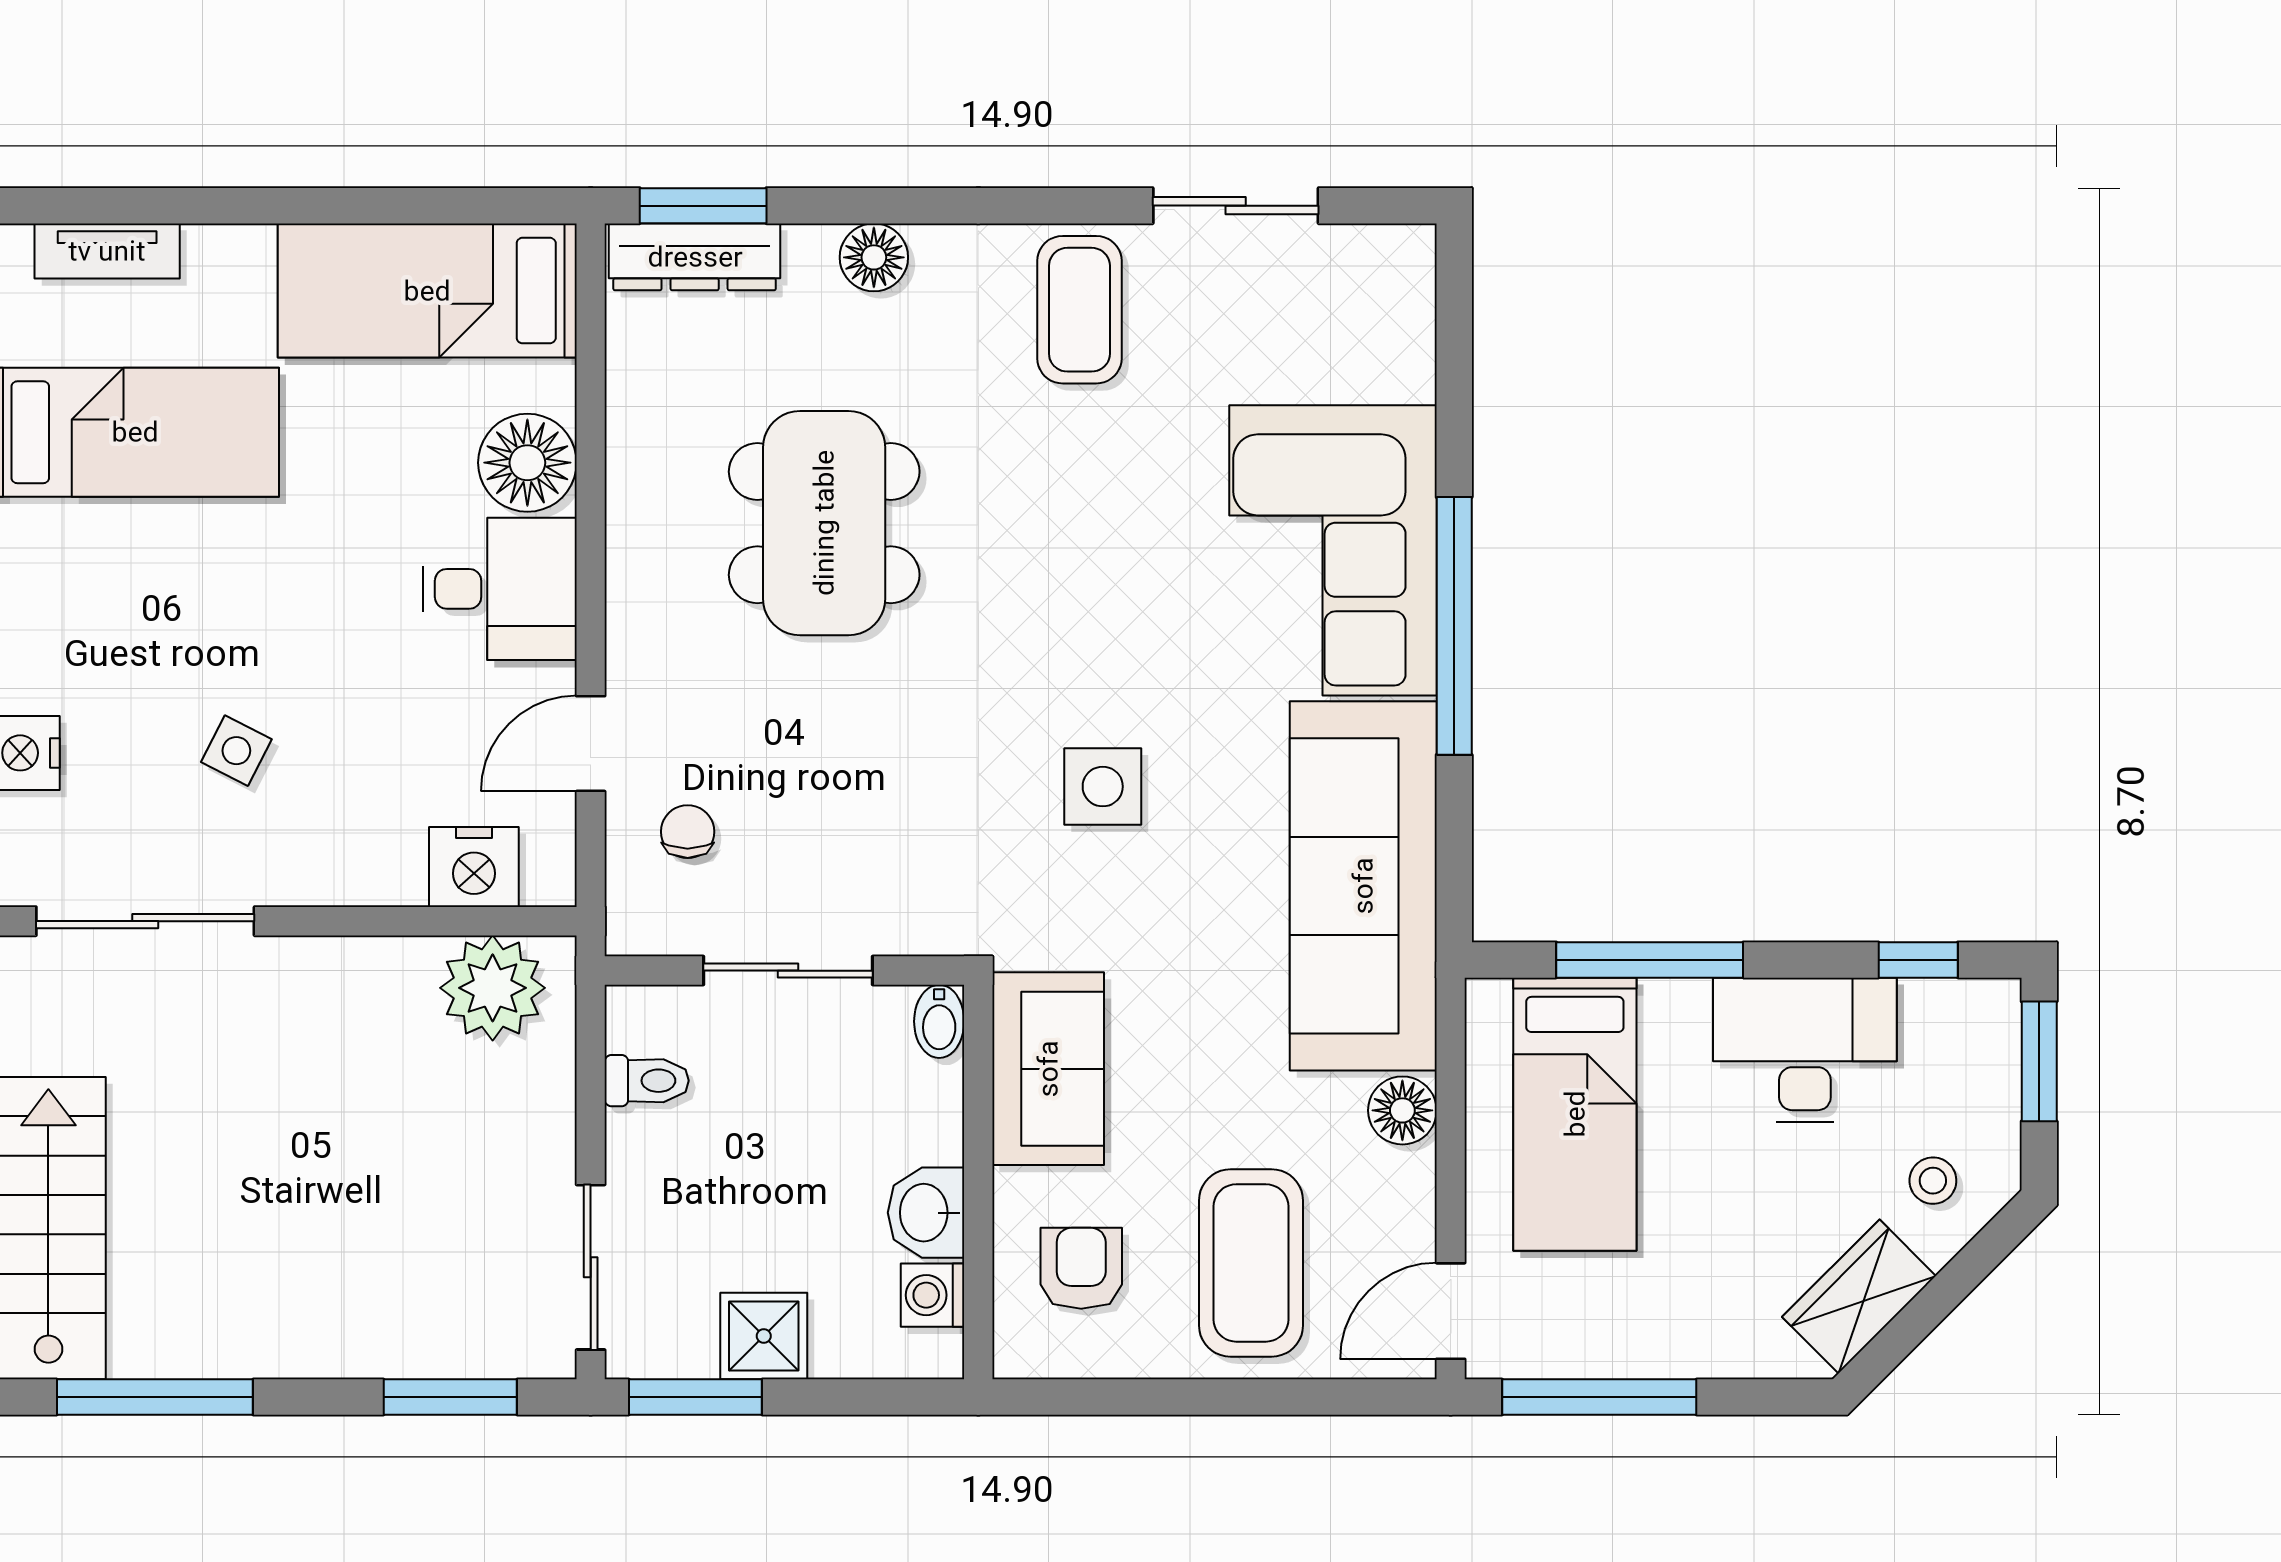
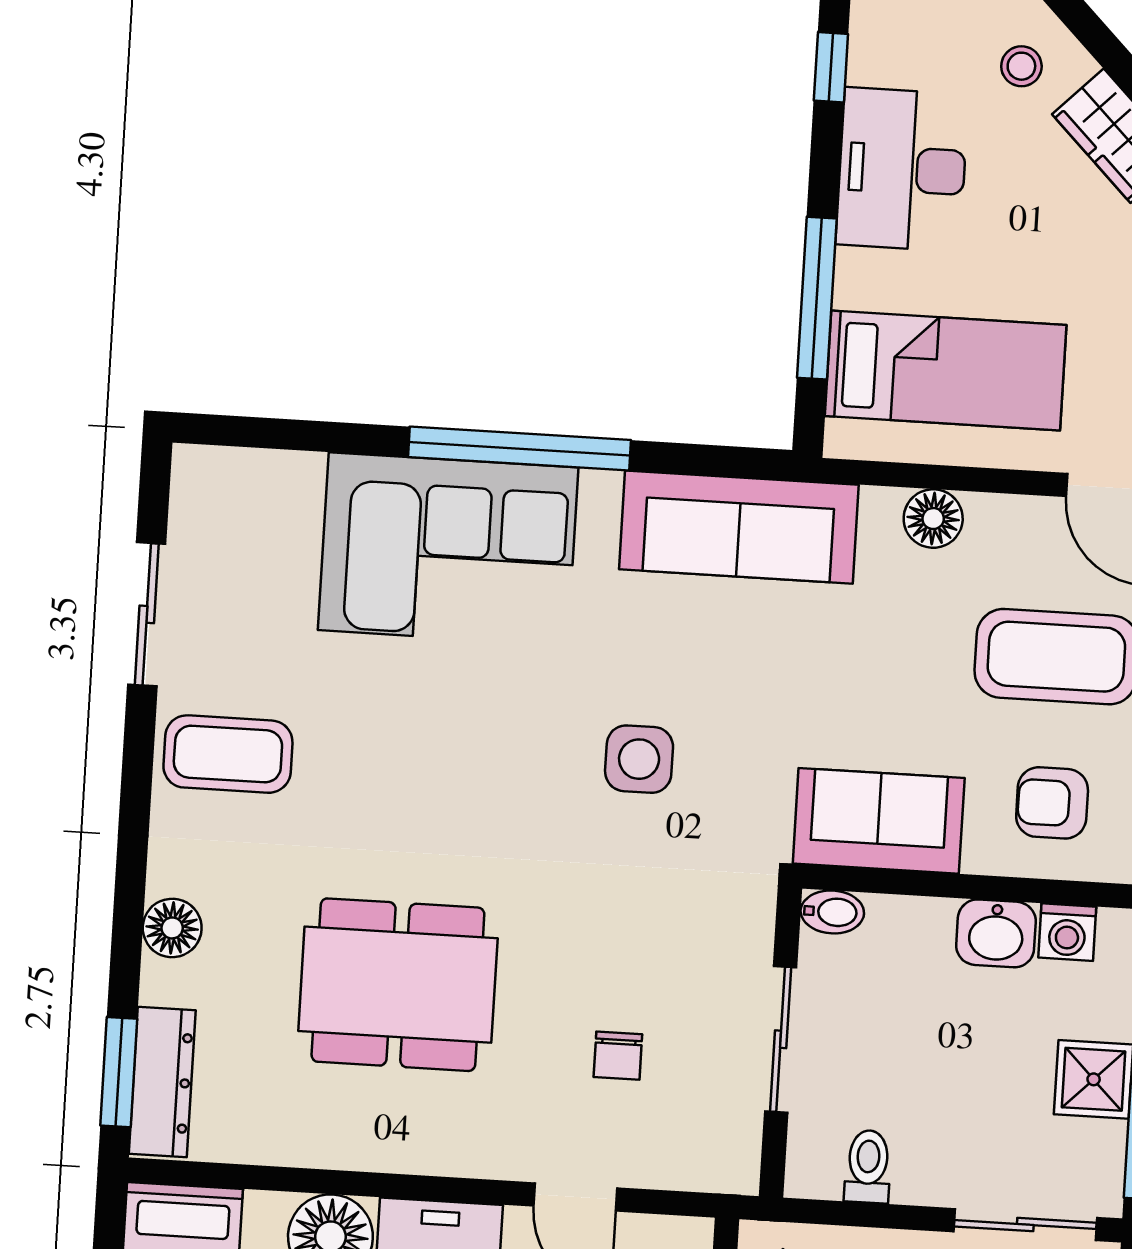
chair: (688, 832) -> (618, 1056), moved, turned -90
sofa: (1363, 886) -> (739, 527), width x0.74, depth x0.79

